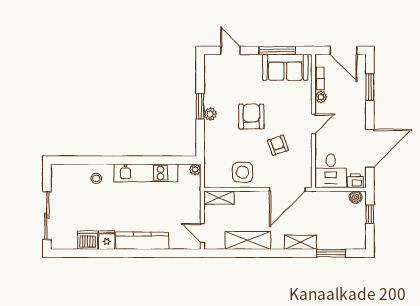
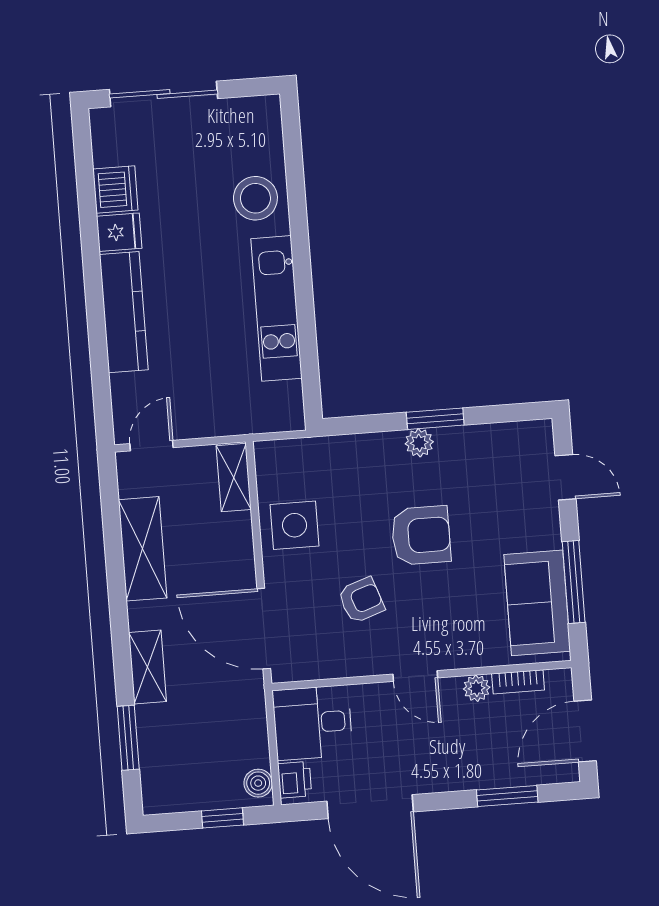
door: (231, 50) -> (566, 477), hinge flipped
plant: (195, 170) -> (292, 418), removed
stool: (96, 178) -> (255, 198), width x1.89, depth x1.89

